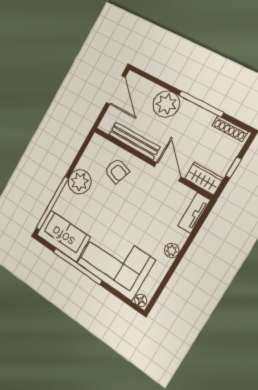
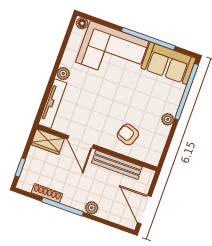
plant: (166, 104) -> (92, 208), width x0.53, depth x0.53
shoe rack: (230, 128) -> (47, 193), moved
window: (233, 167) -> (20, 167), moved
plant: (80, 182) -> (168, 119), width x0.53, depth x0.53
tv unit: (194, 213) -> (53, 104), width x1.41

